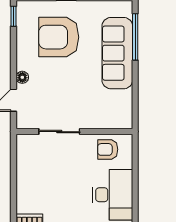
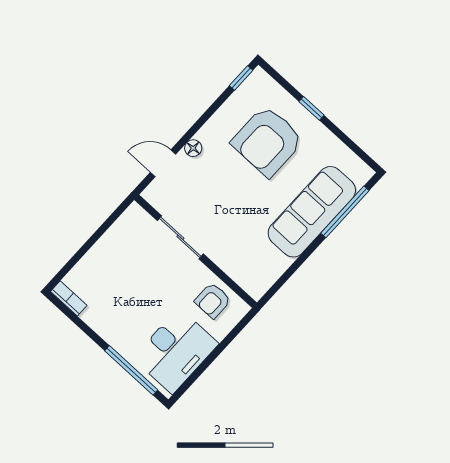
armchair: (59, 37) -> (267, 141), turned -90
armchair: (108, 149) -> (213, 300), turned -90

